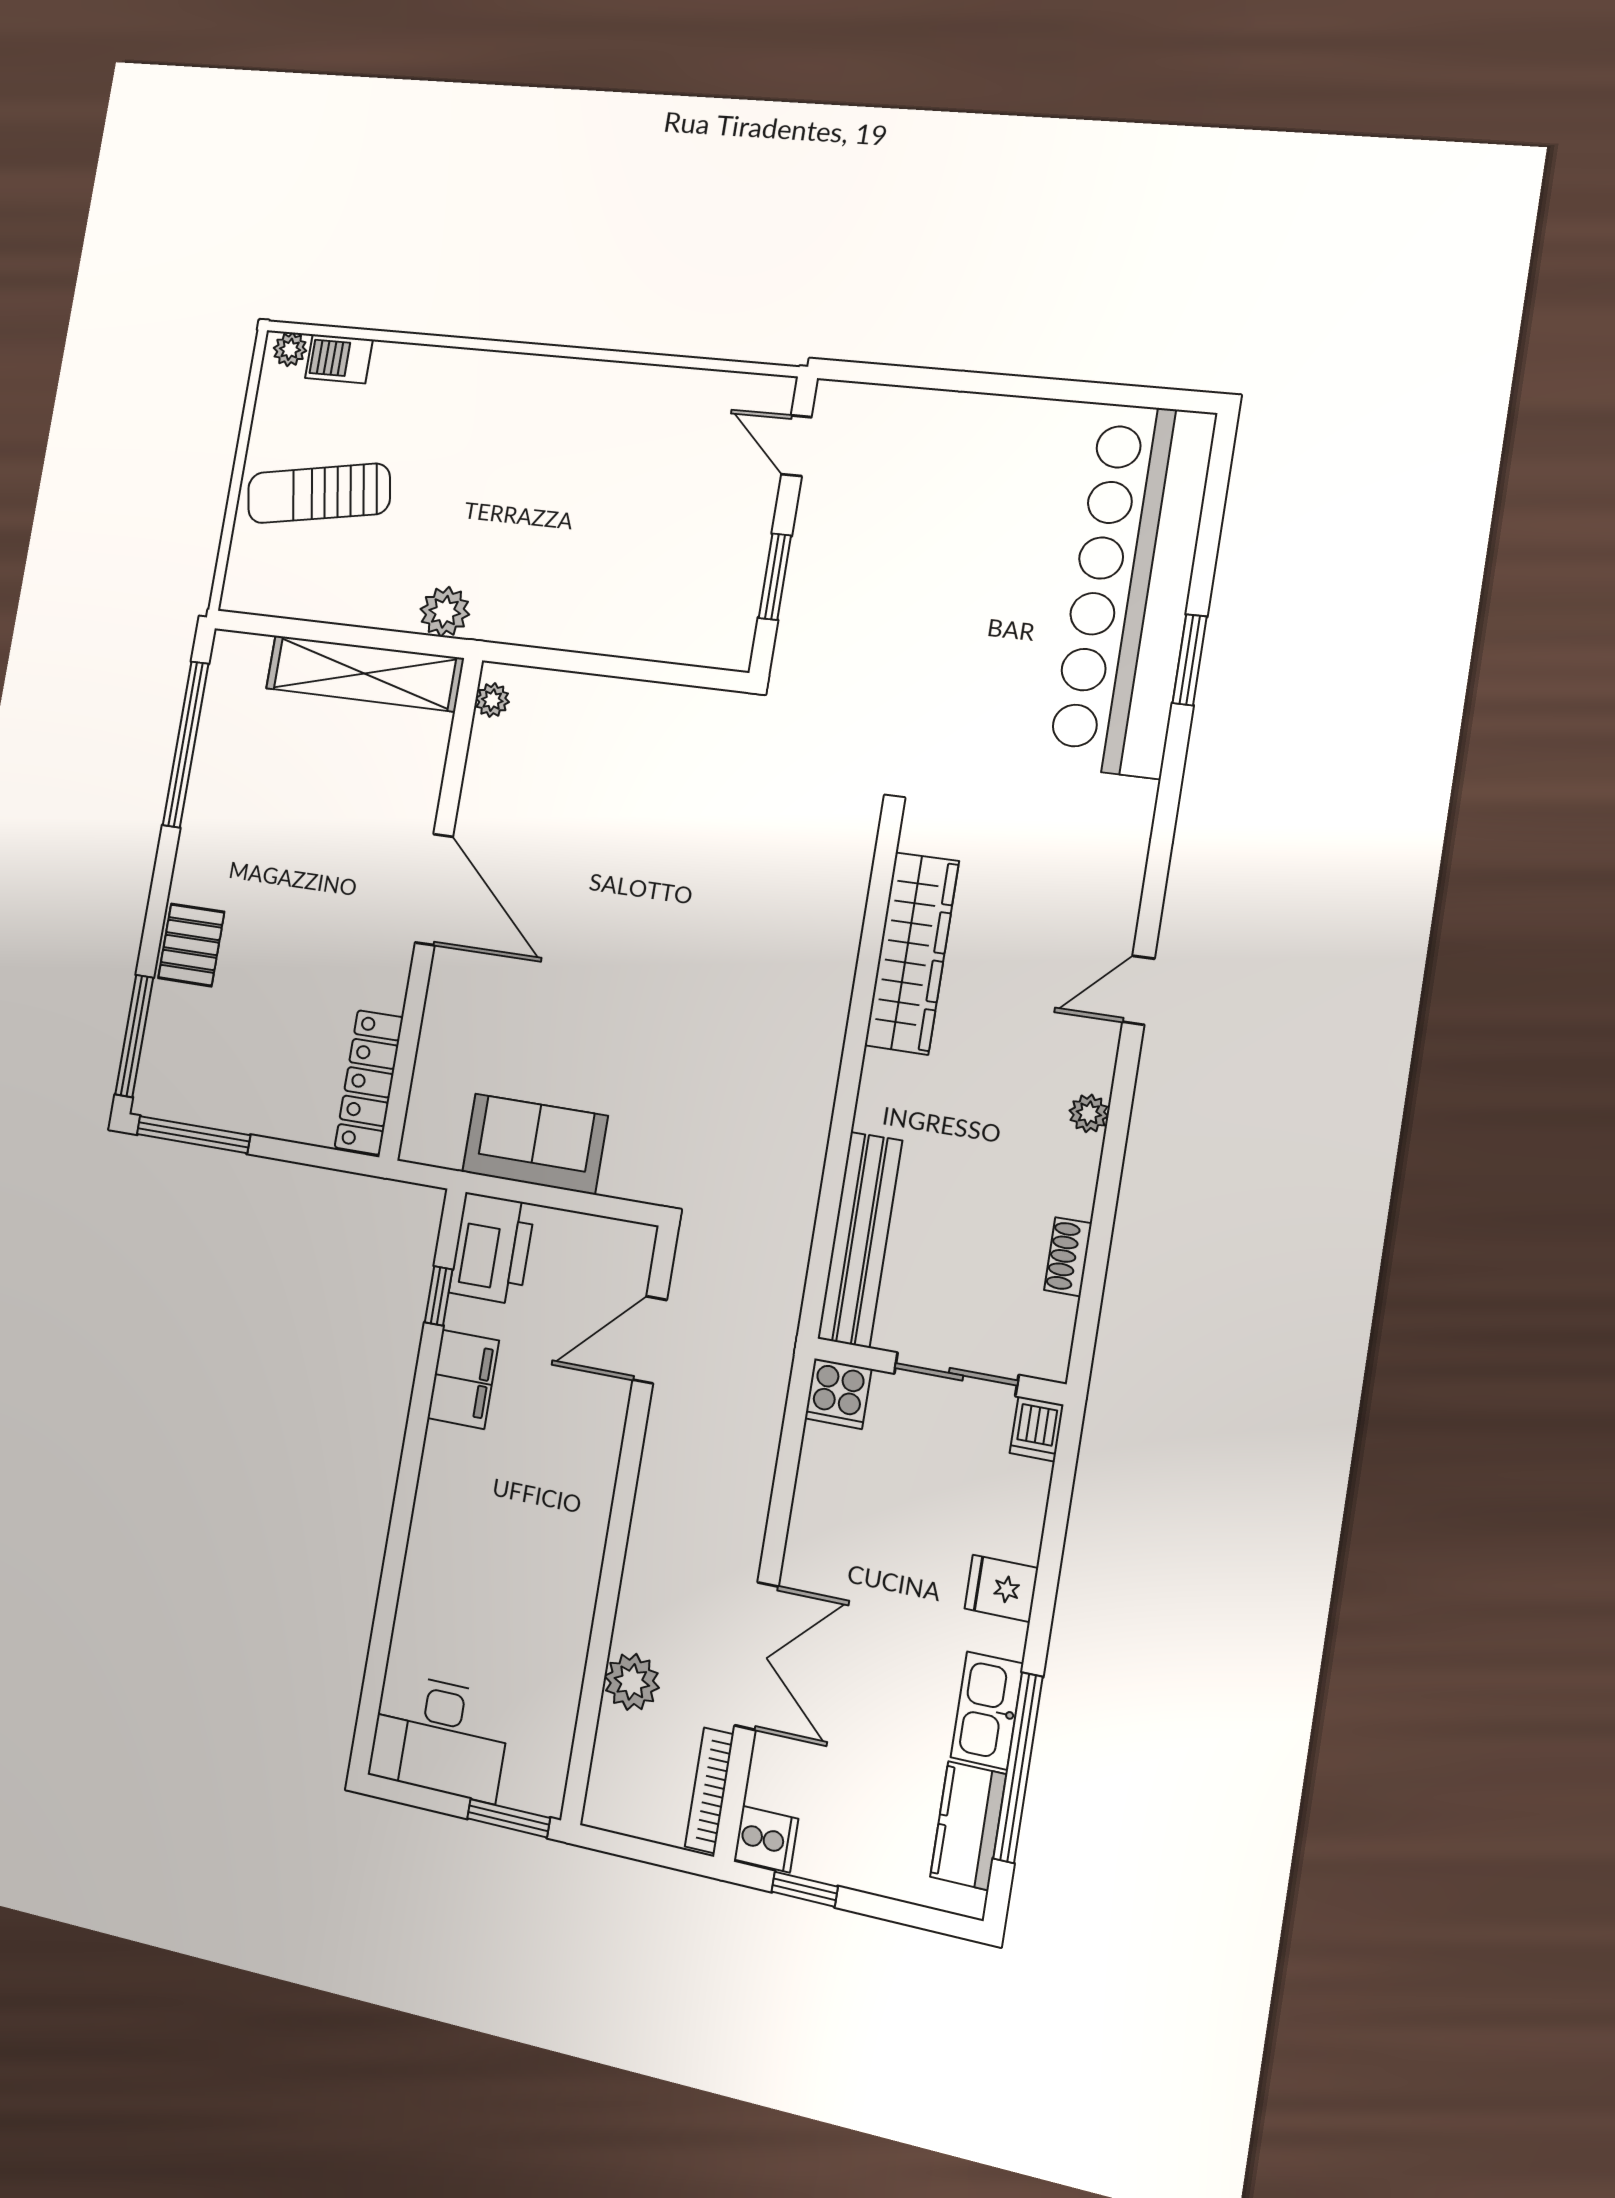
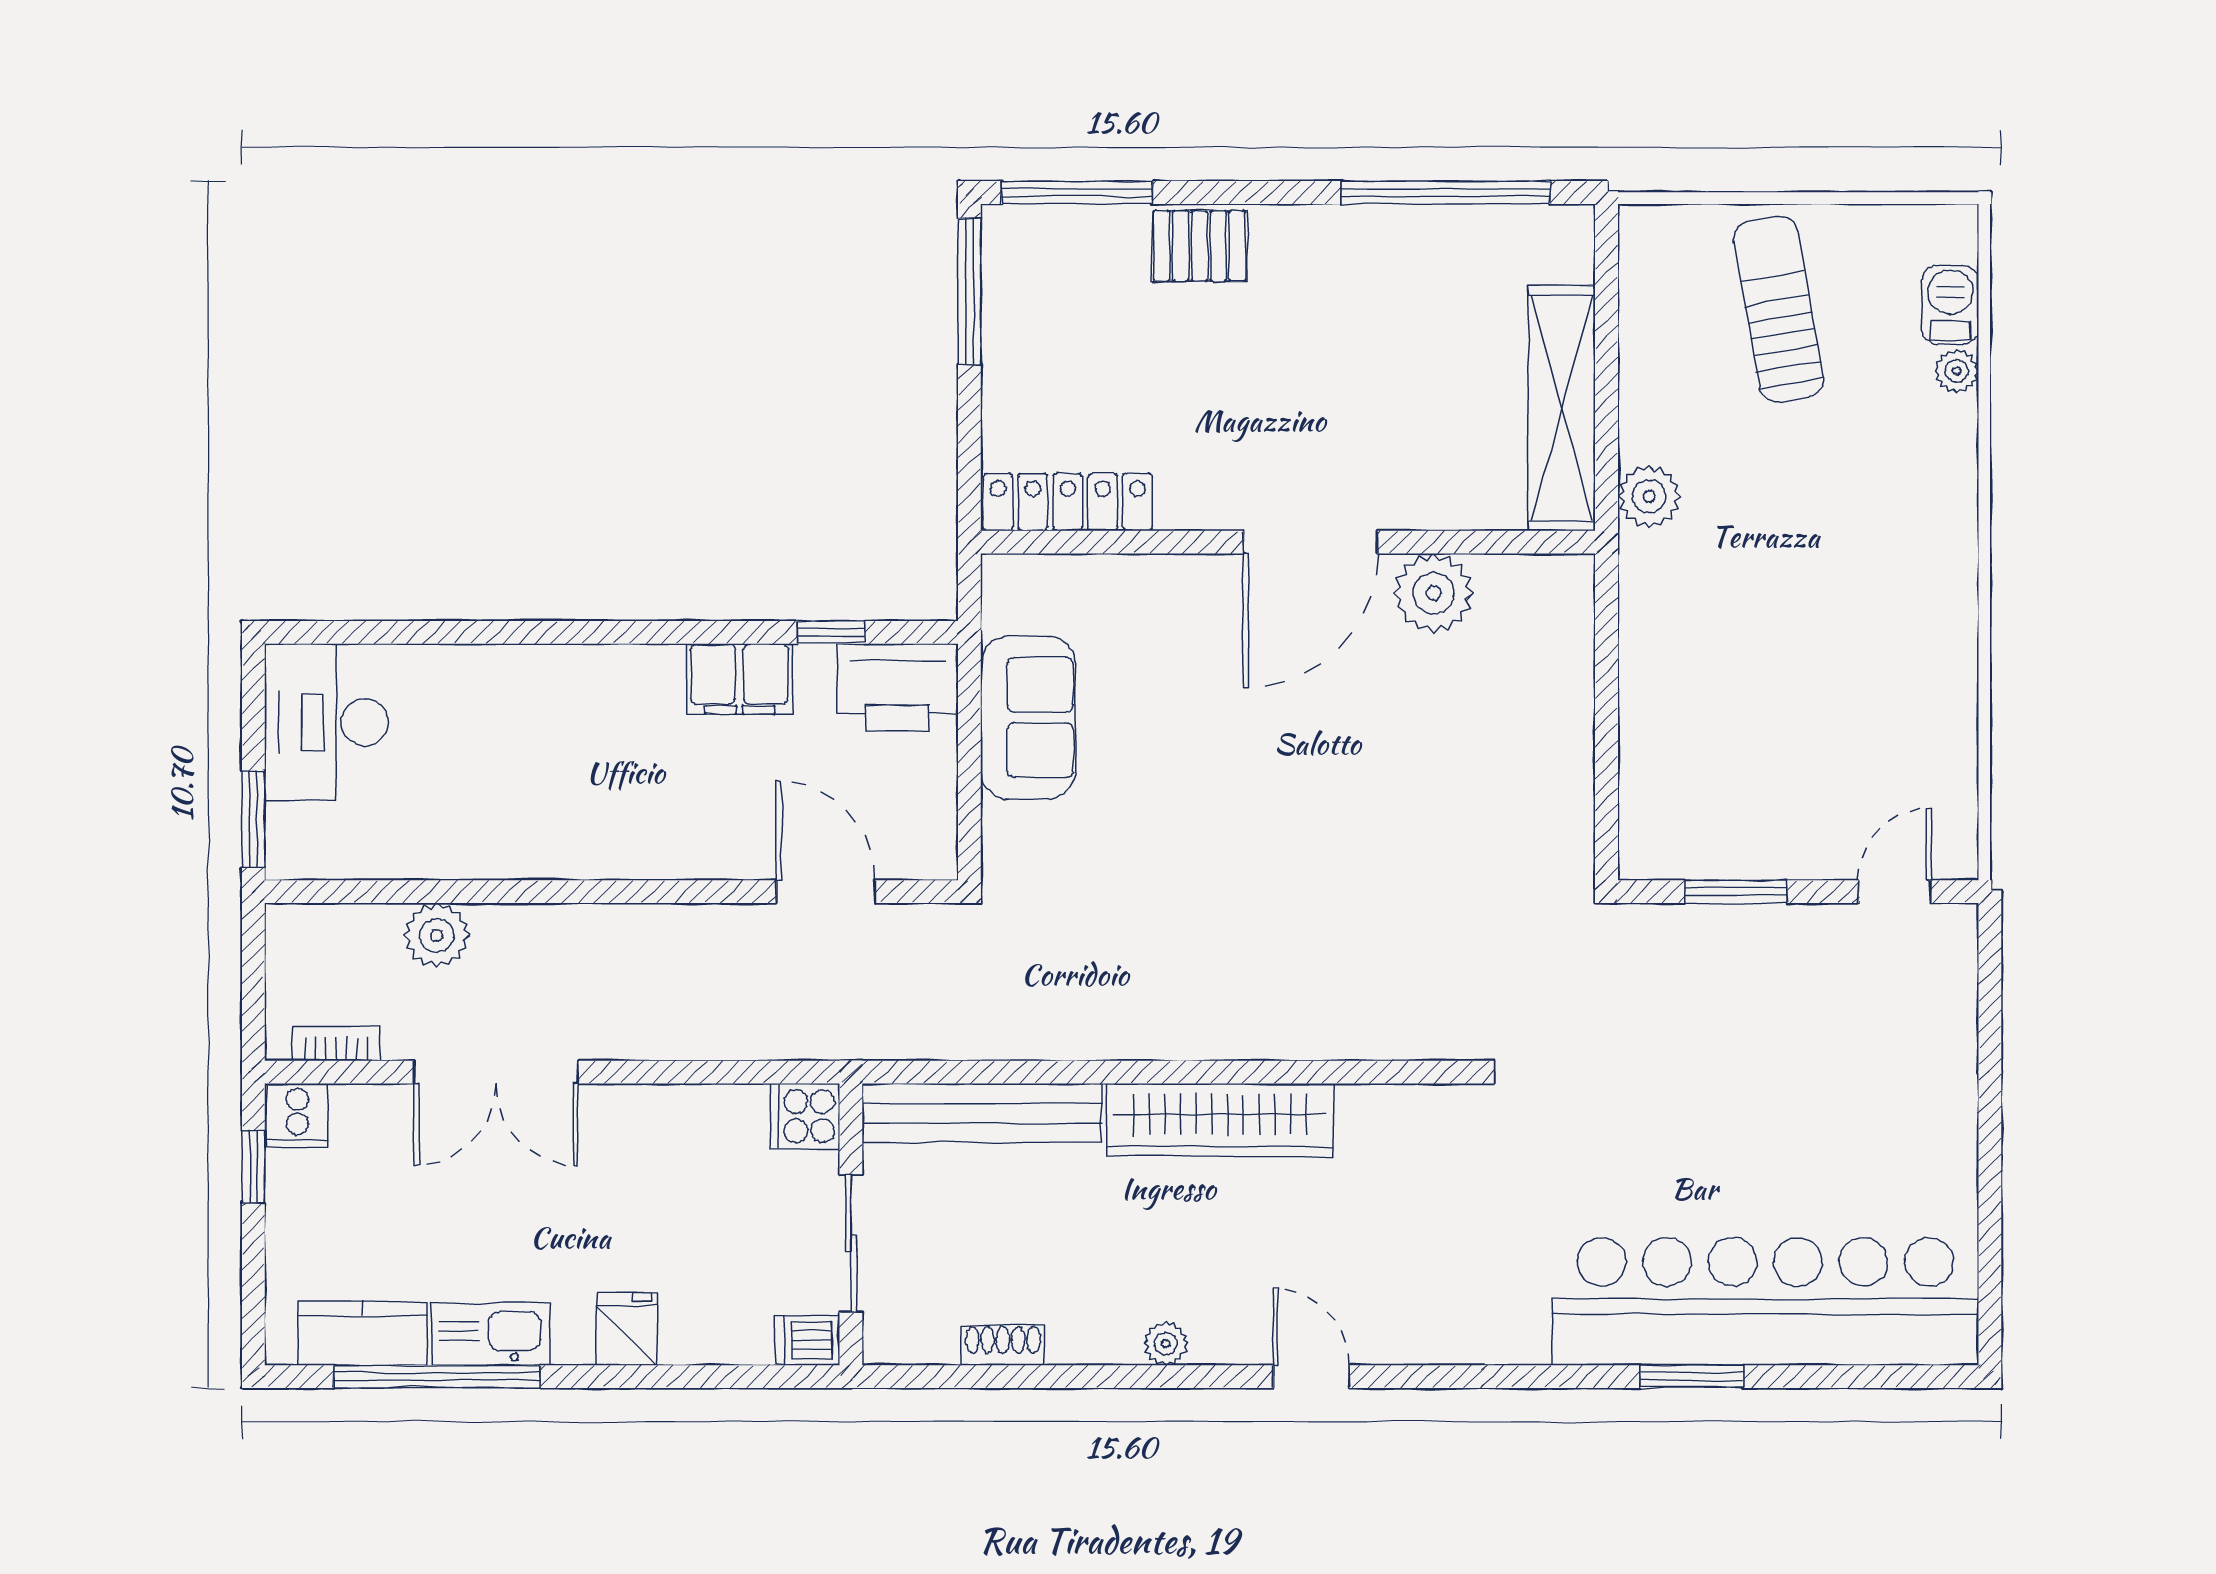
plant: (290, 349) -> (1957, 371), moved
plant: (492, 700) -> (1434, 593), moved, width x1.88, depth x1.88
wardrobe: (912, 953) -> (1220, 1120), moved
bookcase: (709, 1790) -> (336, 1043), width x0.64

